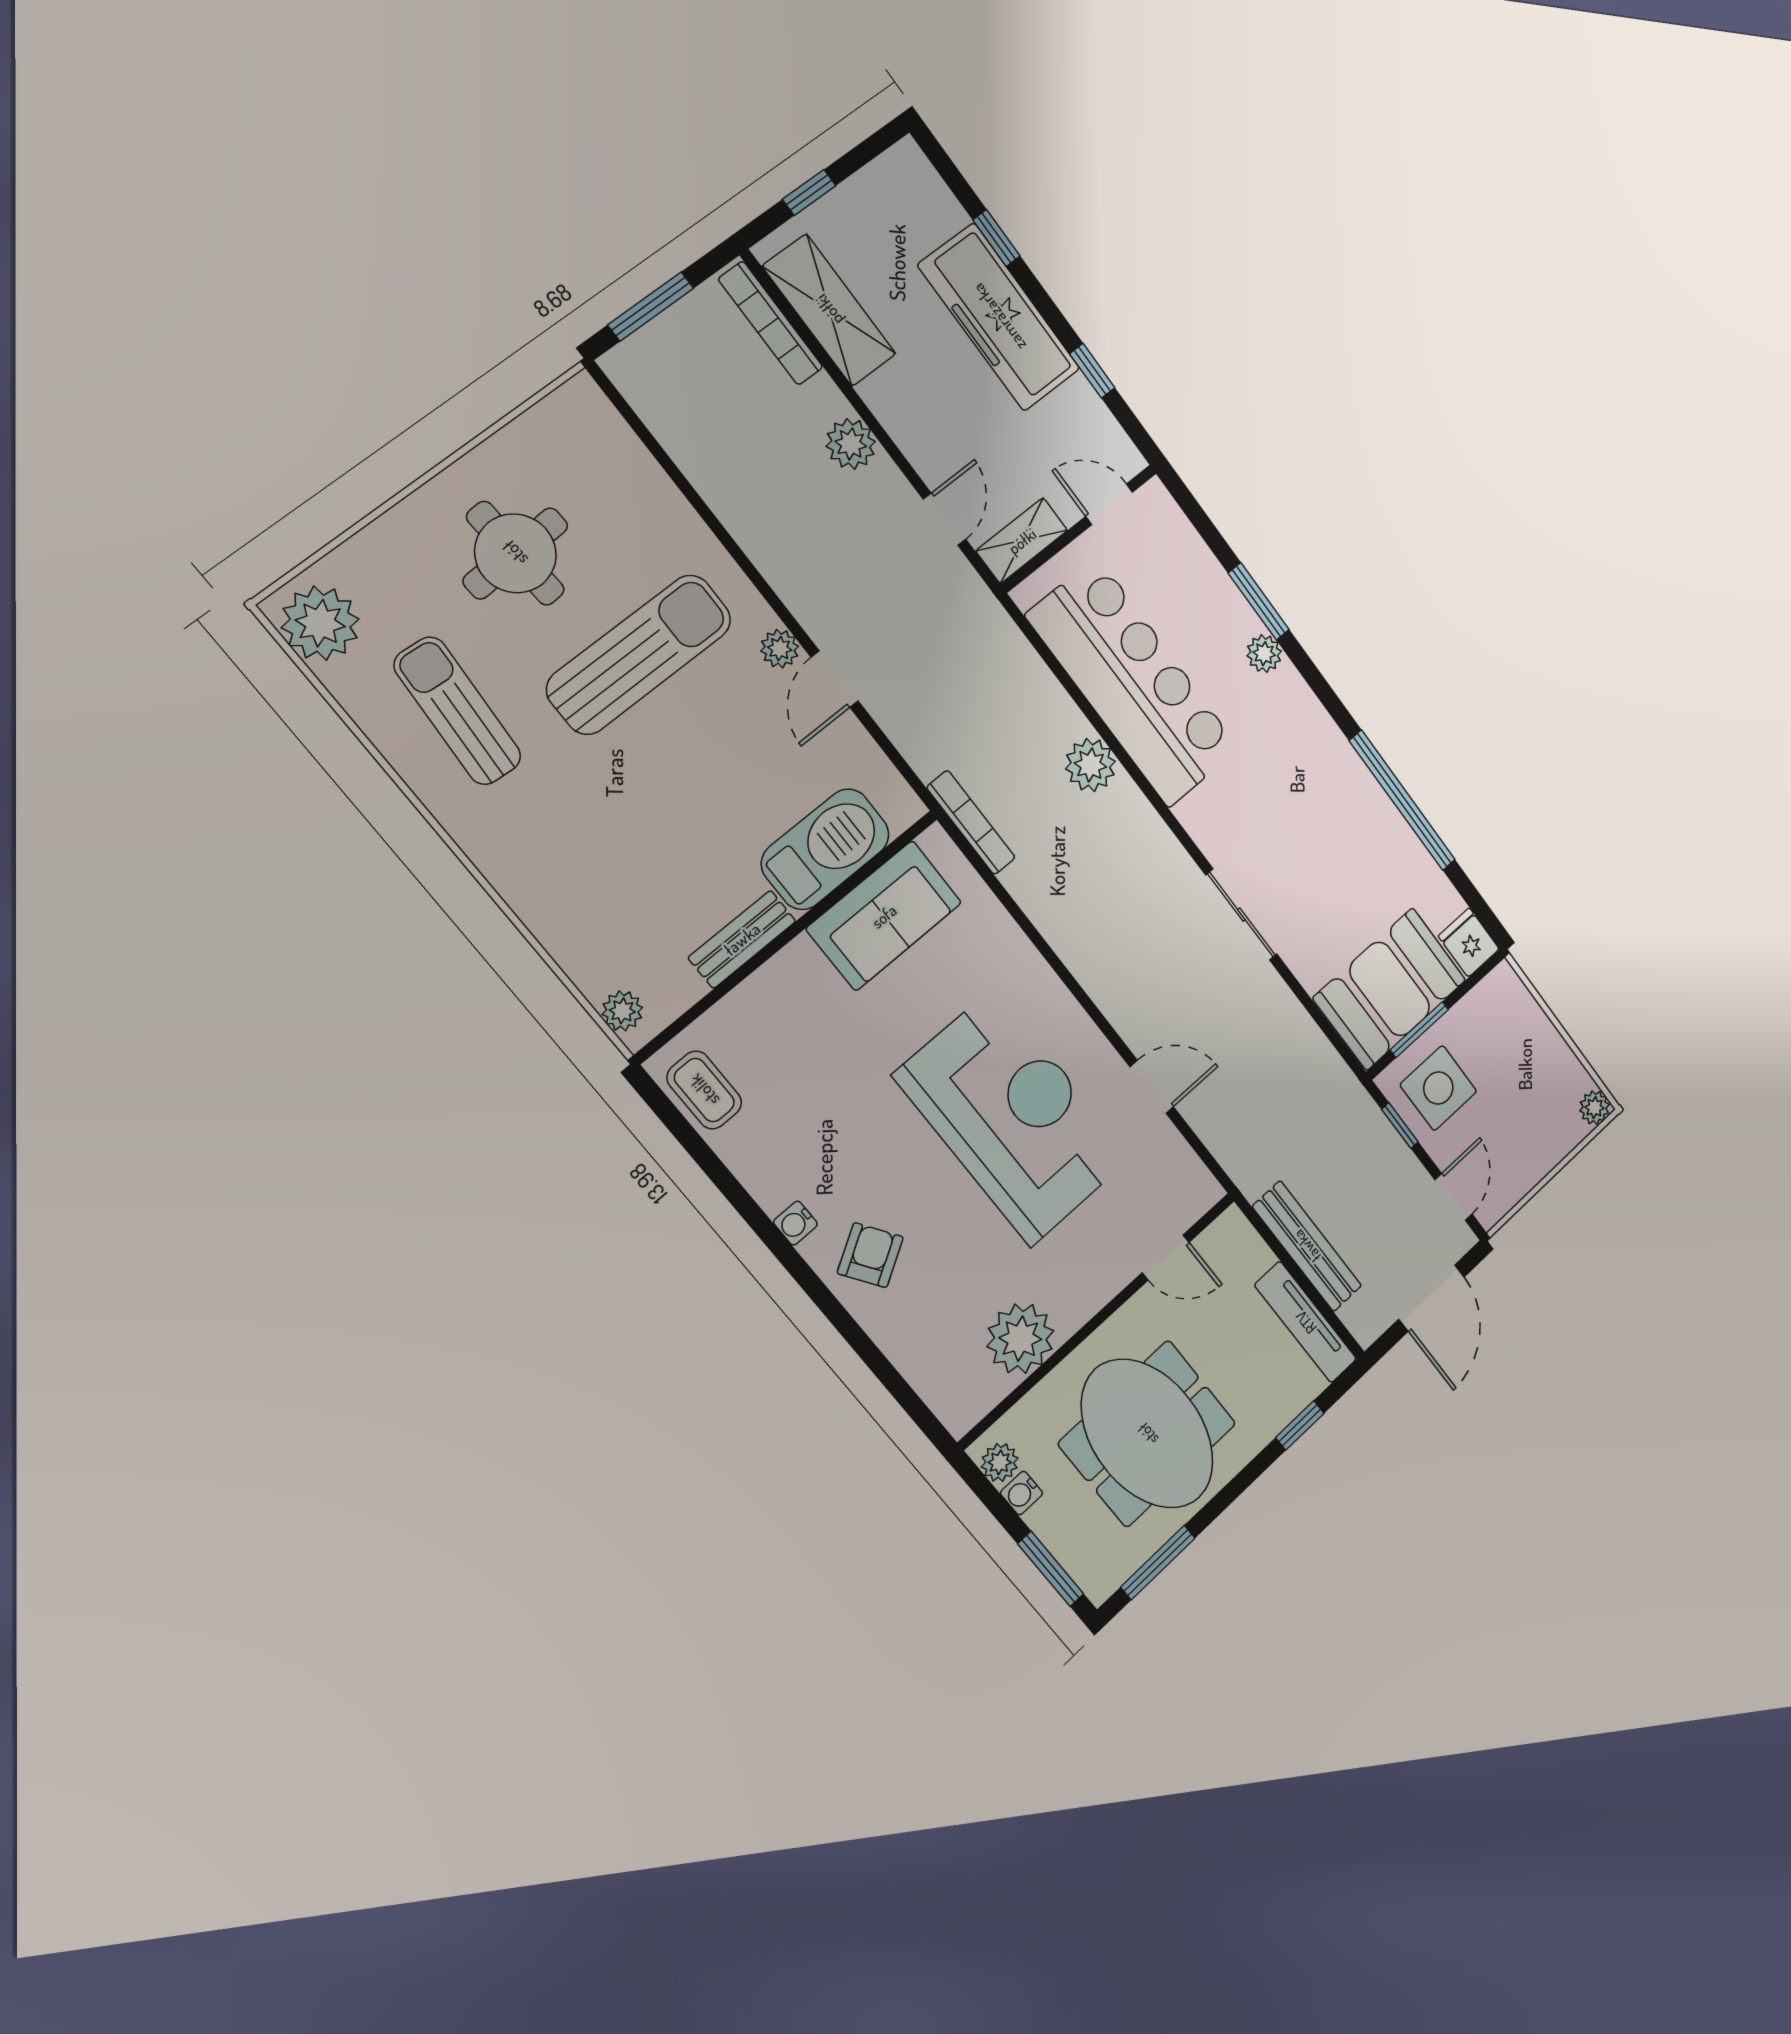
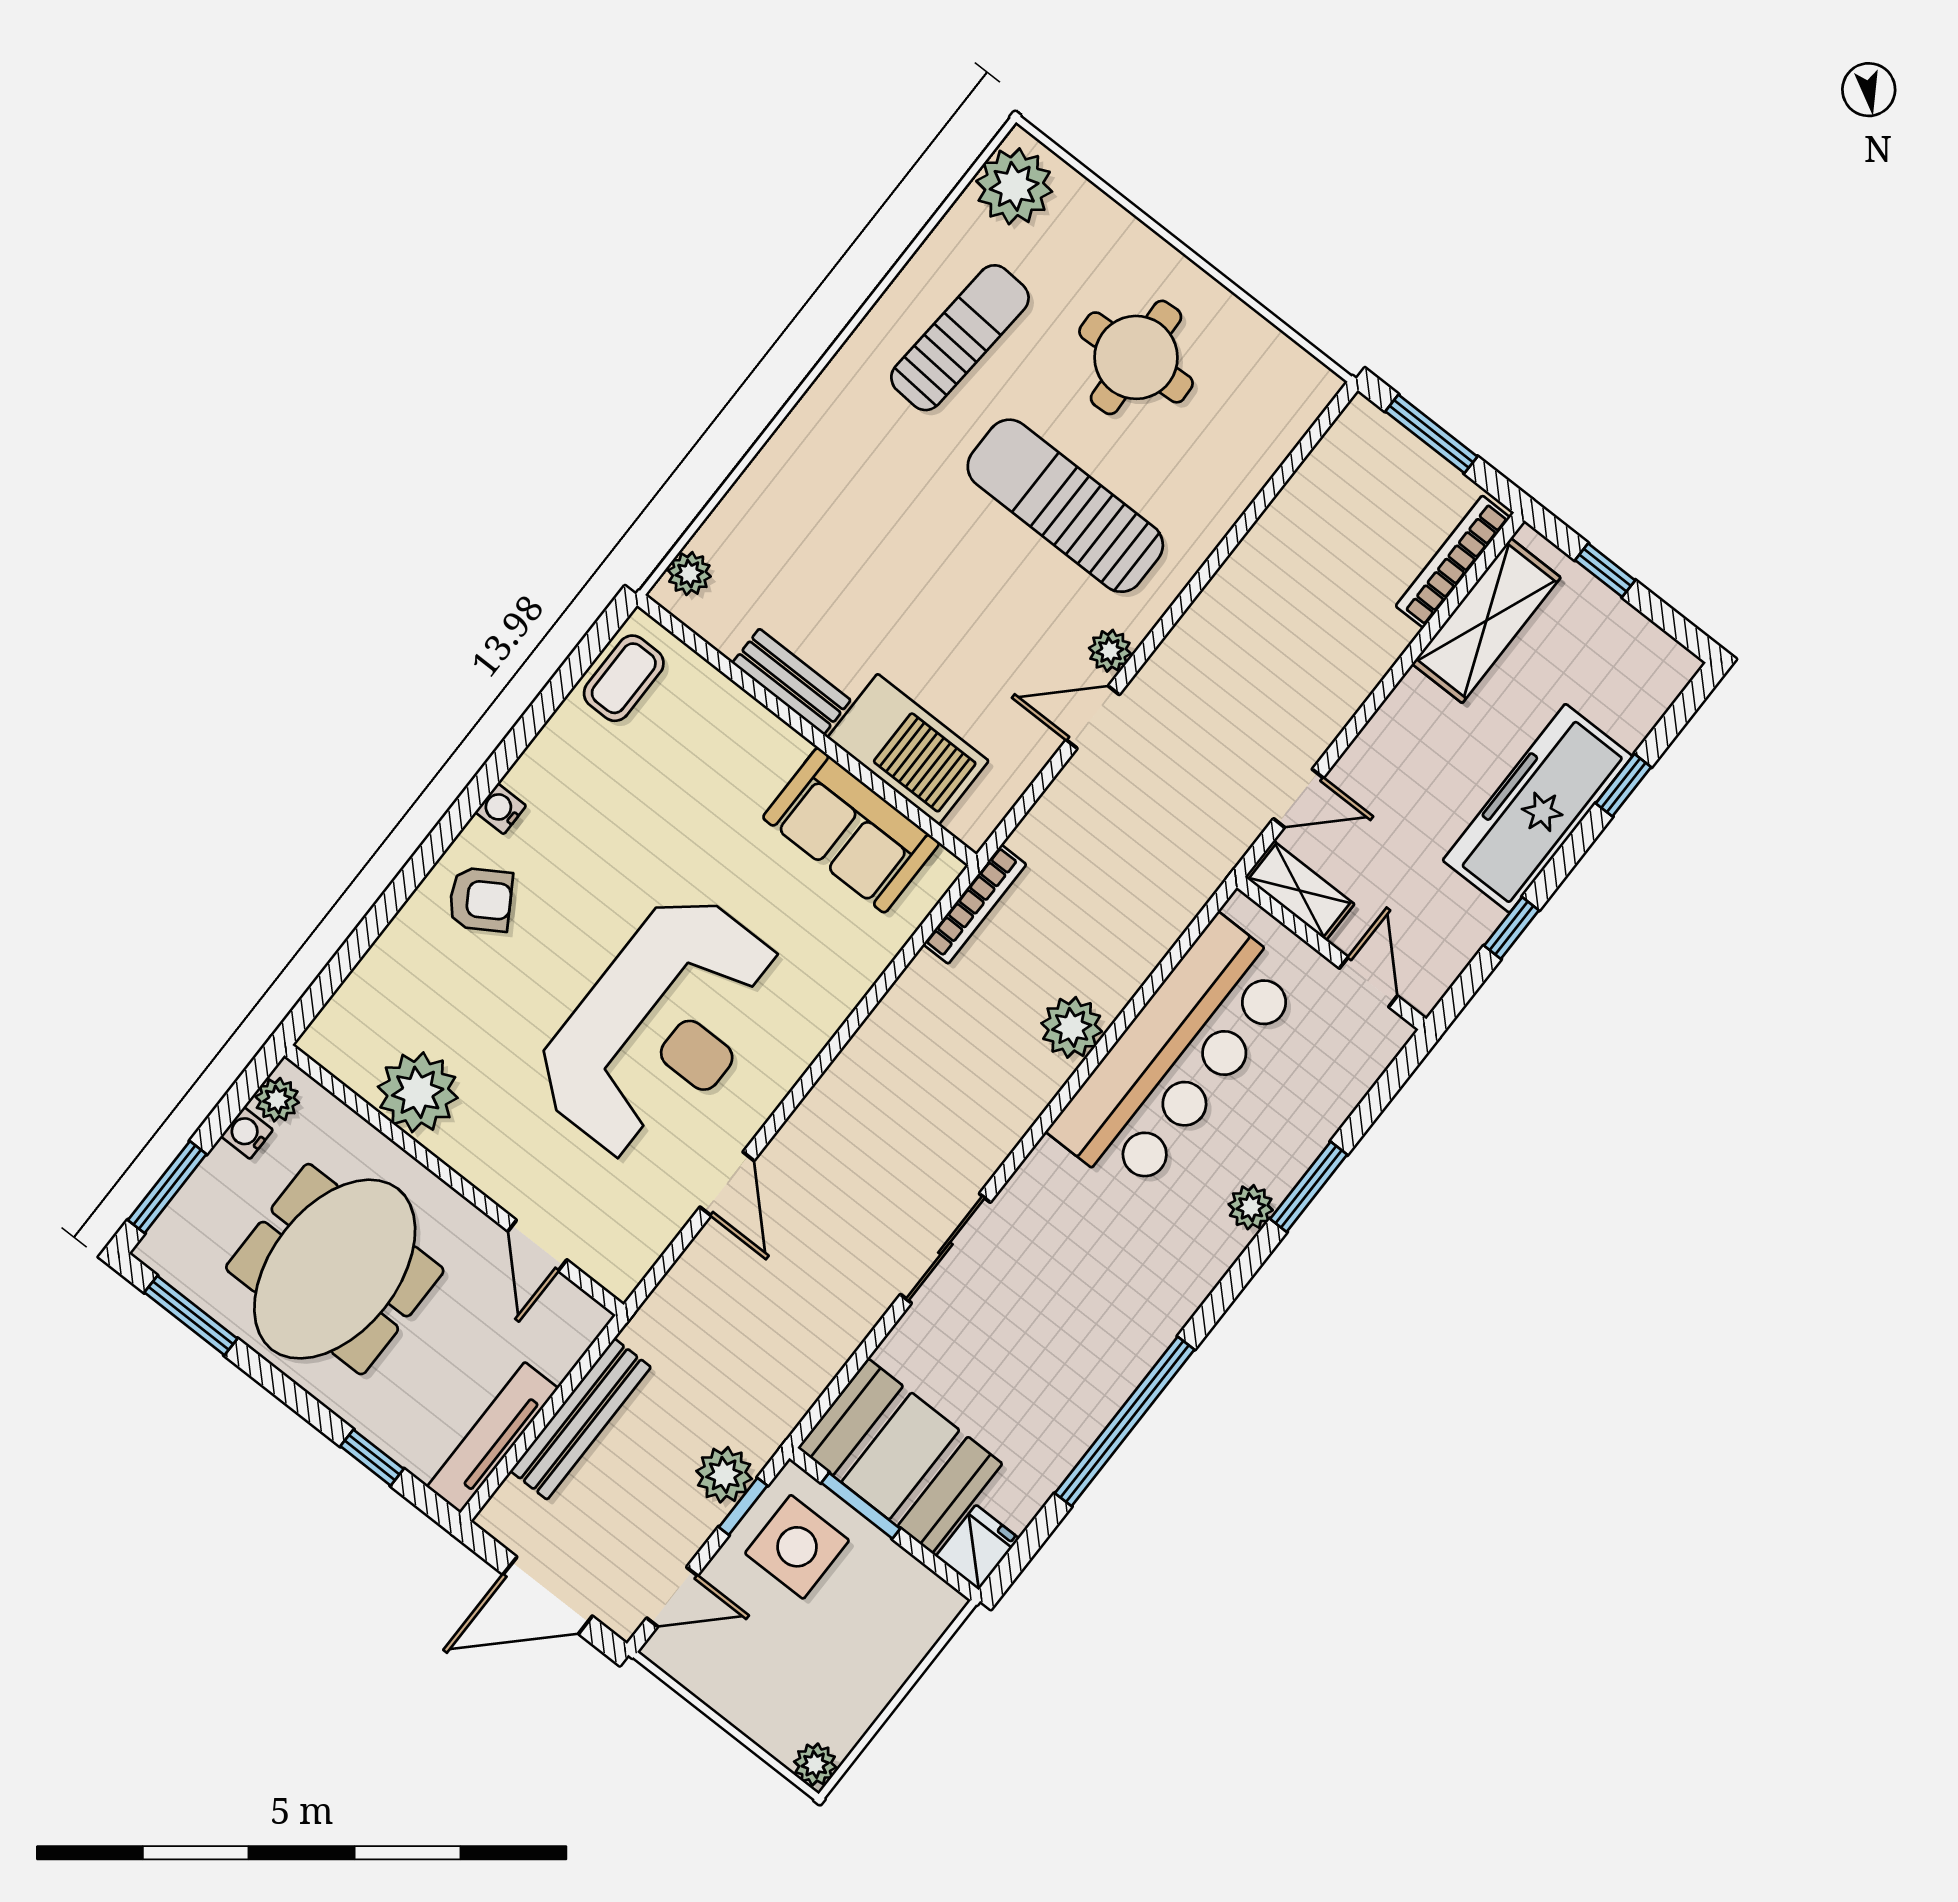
plant: (851, 444) -> (724, 1475), moved
sun lounger: (639, 654) -> (1065, 506), turned 180

